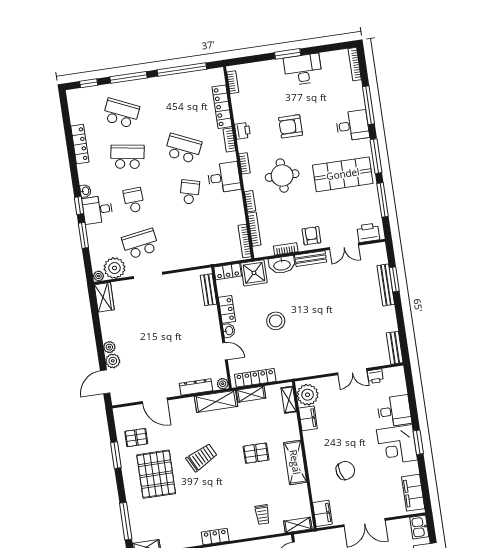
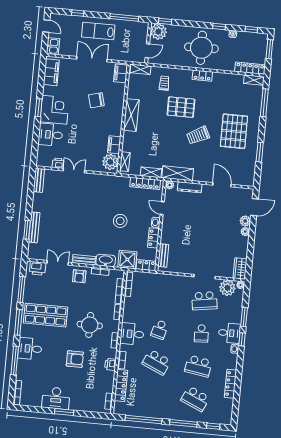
pallet: (136, 438) -> (242, 161), removed
pallet: (256, 453) -> (181, 107), moved, width x1.50, depth x1.42

